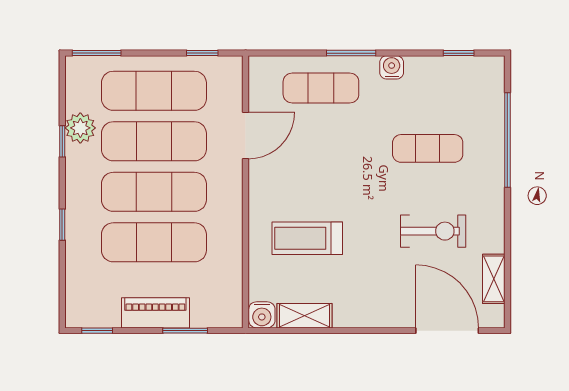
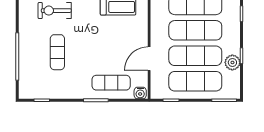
water cooler: (392, 67) -> (140, 93), moved
exercise mat: (428, 148) -> (57, 52), turned 90

